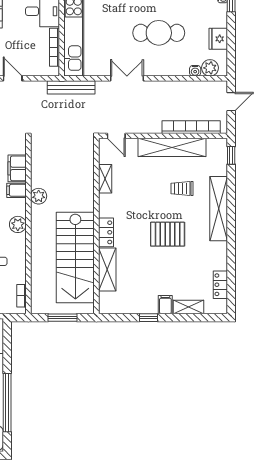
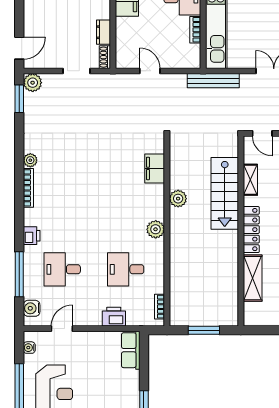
bookcase: (54, 47) -> (195, 30), width x0.64
filing cabinet: (16, 190) -> (154, 192), removed
locker: (106, 232) -> (251, 230), width x1.53
stairs: (75, 257) -> (225, 193), moved, width x0.73, depth x0.66

